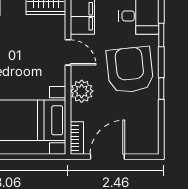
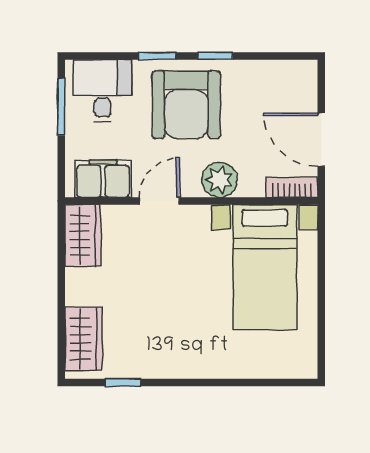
window: (161, 35) -> (157, 56), moved
armchair: (130, 70) -> (186, 105), turned -84

